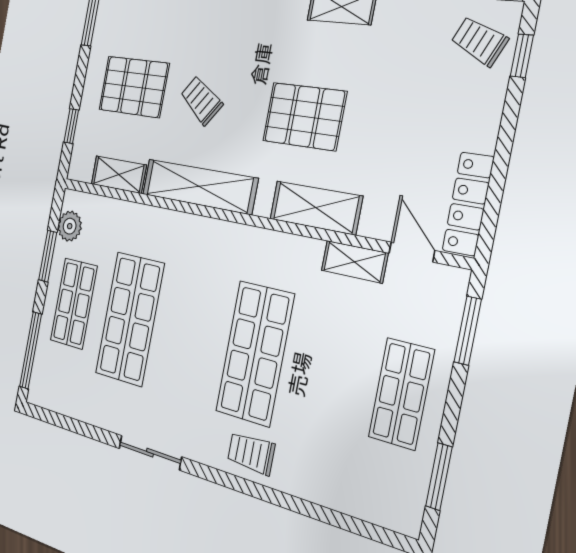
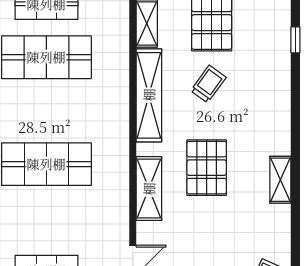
shelving: (354, 262) -> (120, 223), removed

